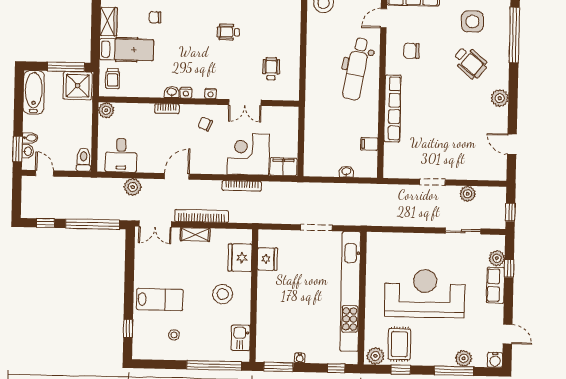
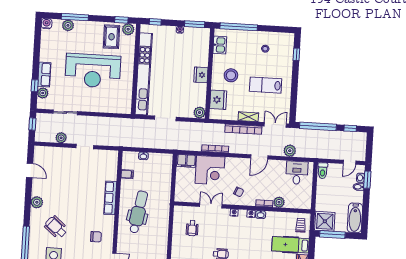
dental chair: (356, 69) -> (138, 212), moved
row of seats: (393, 108) -> (110, 198), width x0.73
plant: (106, 110) -> (279, 202), moved
door: (45, 173) -> (350, 162), hinge flipped
plant: (267, 238) -> (200, 113), added
fridge: (267, 259) -> (201, 75), moved
lab bench: (160, 299) -> (266, 85), moved
door: (508, 334) -> (37, 41), removed
window: (401, 370) -> (121, 20), moved

